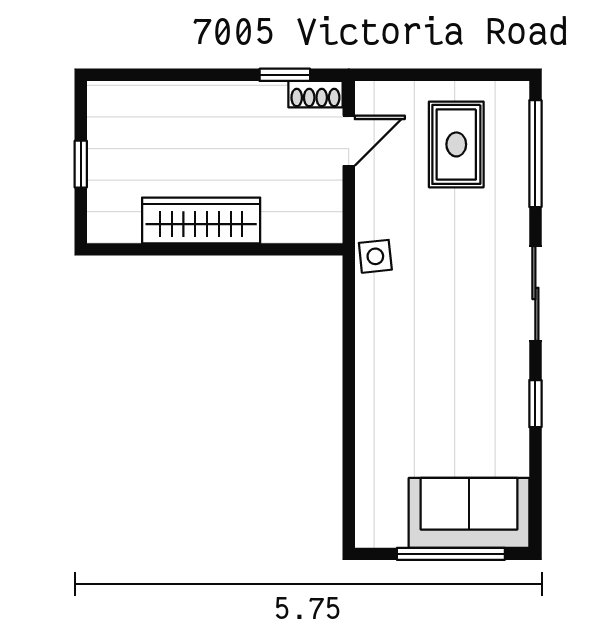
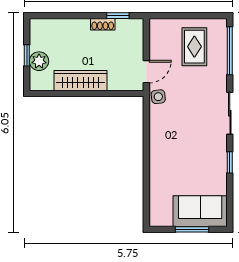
shoe rack: (315, 94) -> (103, 24), moved
door: (349, 141) -> (146, 72), moved
plant: (108, 177) -> (39, 61), added
window: (451, 554) -> (192, 229), width x0.69

